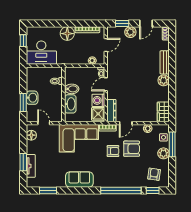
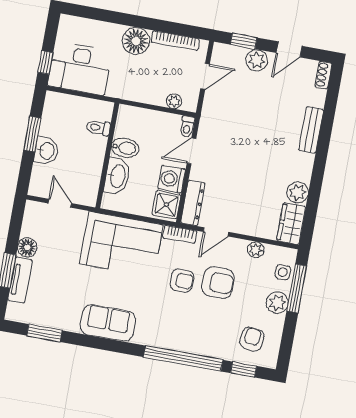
window: (23, 41) -> (45, 62), moved
plant: (164, 80) -> (298, 192), moved
window: (23, 102) -> (32, 134), moved
floor lamp: (31, 135) -> (27, 247), moved

